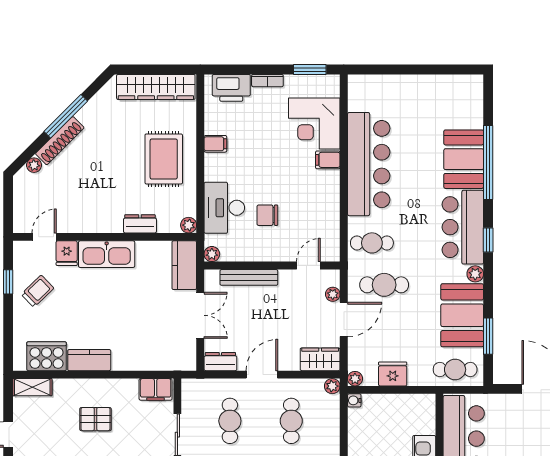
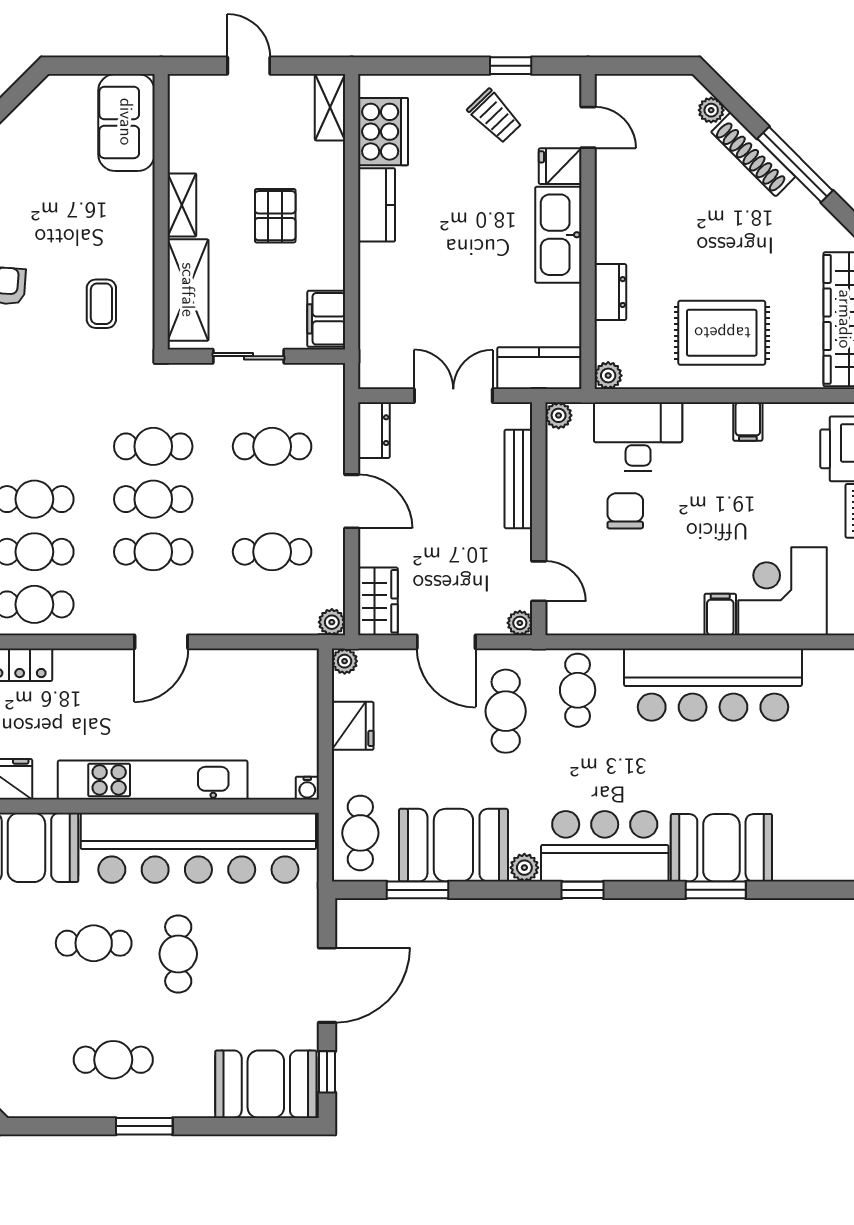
window: (488, 162) -> (716, 890), width x0.47
plant: (333, 294) -> (520, 623), moved
double door: (200, 315) -> (453, 396), swing flipped
water cooler: (354, 400) -> (307, 788), moved, turned 180

